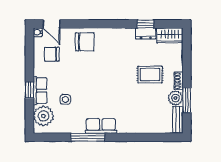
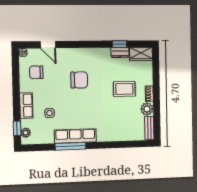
door: (52, 24) -> (48, 45), moved
chair: (85, 42) -> (79, 80), moved
window: (29, 90) -> (17, 128), moved
window: (187, 100) -> (157, 111), removed
plant: (43, 116) -> (26, 133), width x0.53, depth x0.53
row of seats: (101, 126) -> (75, 136), width x1.48

